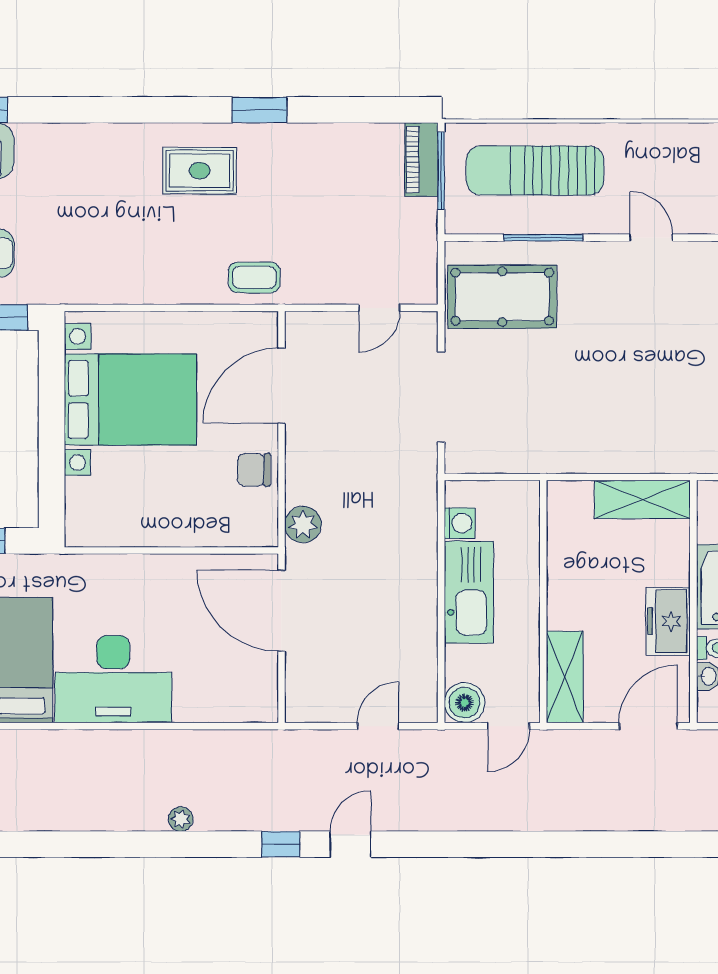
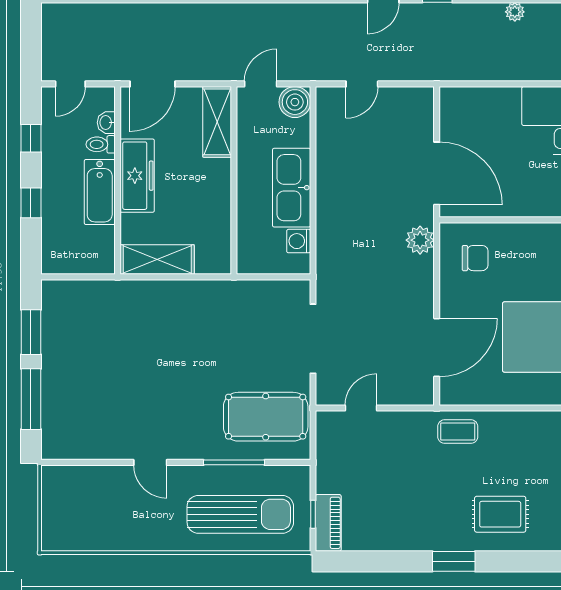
window: (441, 171) -> (313, 514), width x0.46
chair: (254, 470) -> (475, 258), moved
freezer: (668, 621) -> (137, 176), width x1.40

